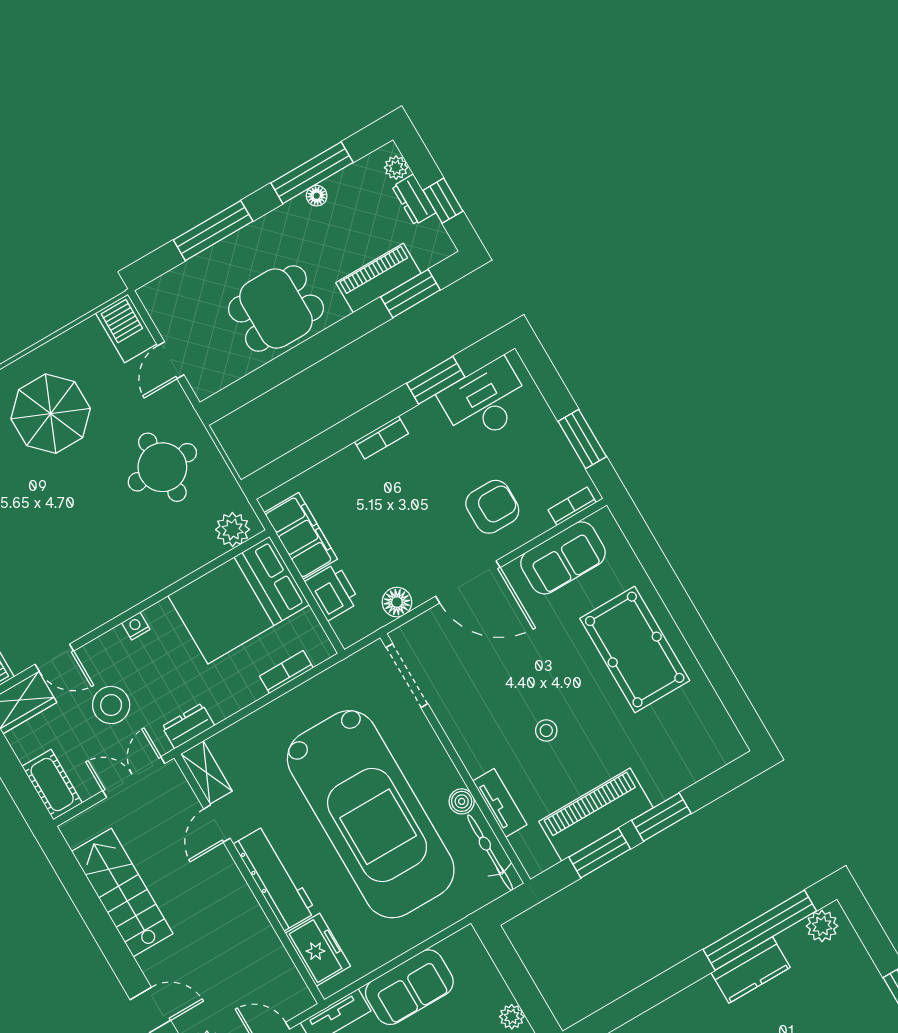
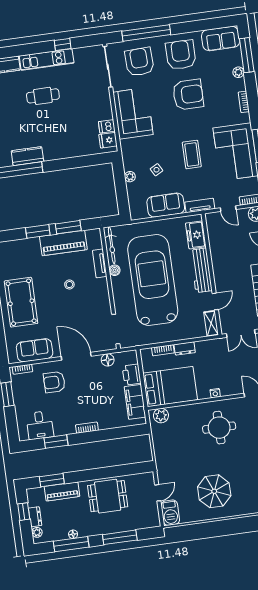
desk: (485, 401) -> (40, 425), width x0.73
round table: (162, 467) -> (219, 428), moved
stool: (111, 705) -> (238, 366), removed
dresser: (188, 726) -> (185, 348), moved

